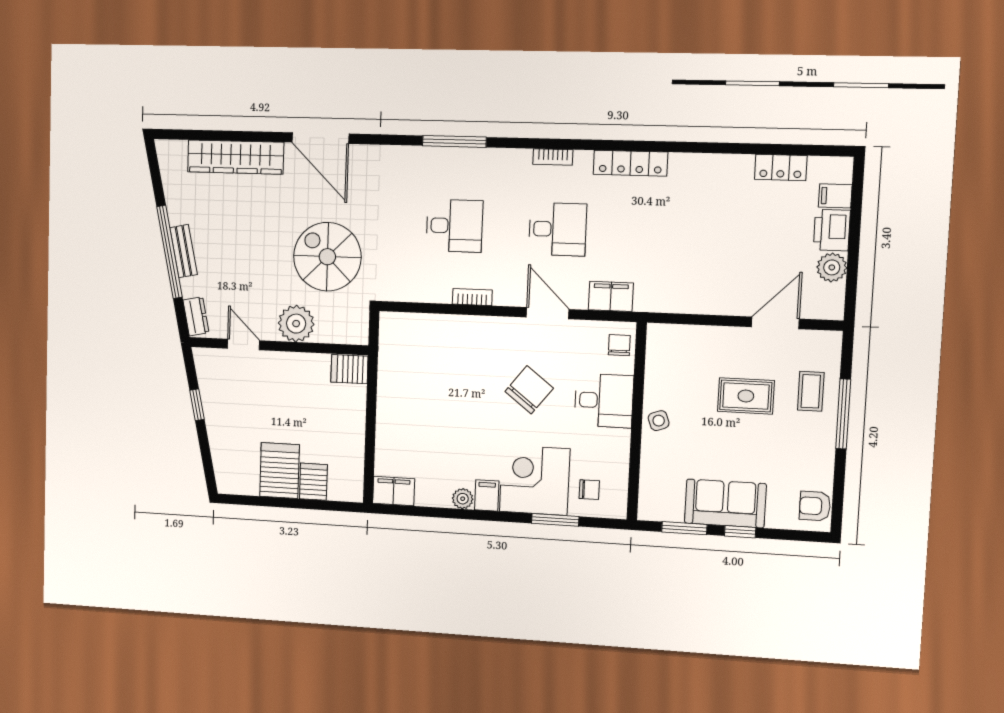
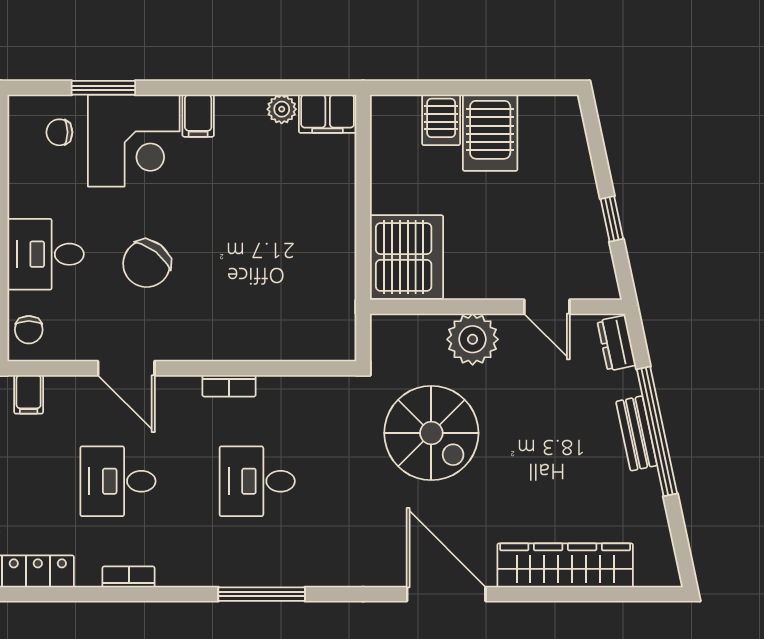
filing cabinet: (611, 296) -> (29, 394), width x0.50
server rack: (349, 369) -> (407, 257), width x2.18, depth x1.44
plant: (463, 499) -> (282, 109), moved

